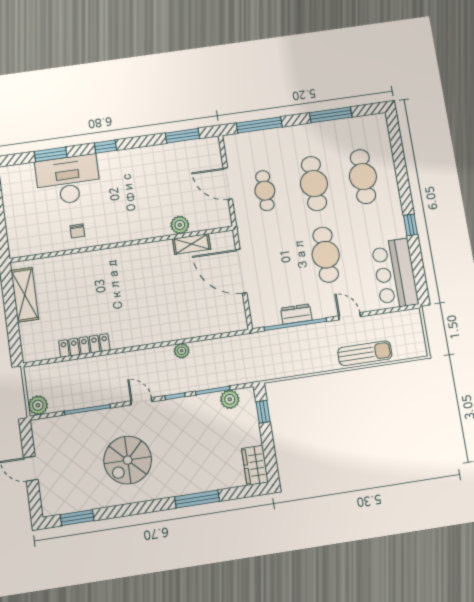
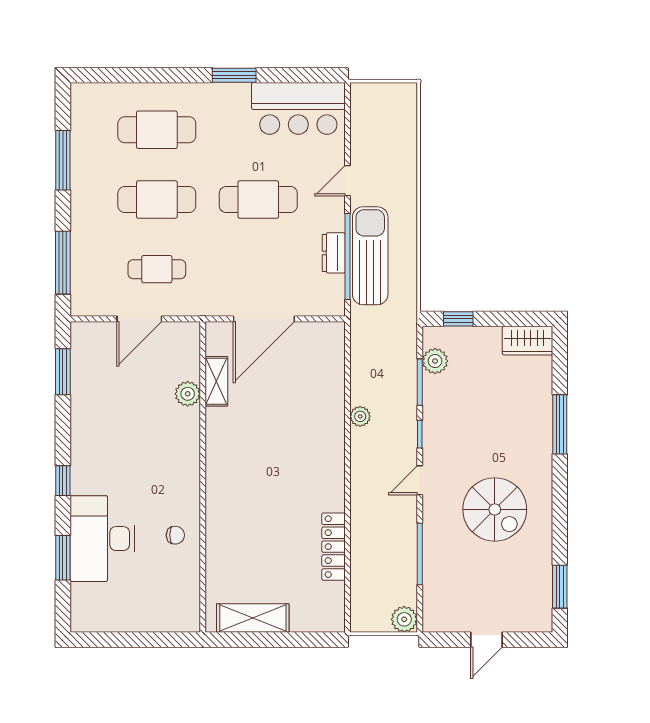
window: (410, 225) -> (234, 75), width x1.50
sun lounger: (365, 353) -> (370, 256), moved, width x1.36, depth x1.34

